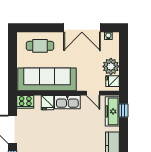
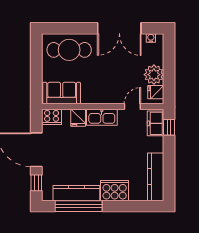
cafe table: (40, 46) -> (69, 50), width x1.37, depth x1.35
sofa: (47, 79) -> (62, 93), width x0.54, depth x0.79
door: (93, 93) -> (132, 107), swing flipped
freezer: (112, 111) -> (156, 123), width x0.71

